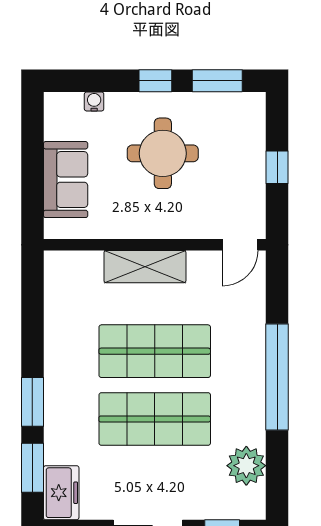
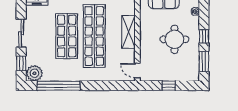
shop shelf: (155, 351) -> (94, 36), width x1.40
window: (277, 377) -> (59, 86), moved
plant: (246, 466) -> (34, 73), moved

